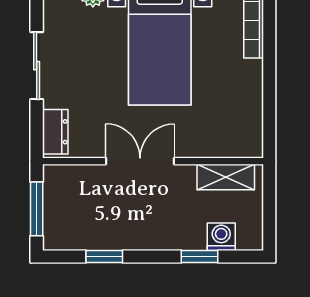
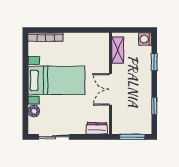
sliding door: (37, 66) -> (54, 137), moved
washing machine: (221, 237) -> (145, 39), moved

